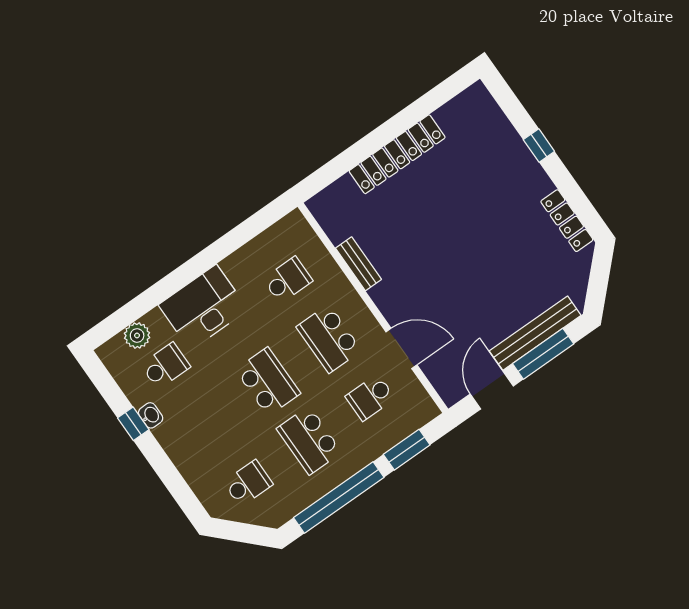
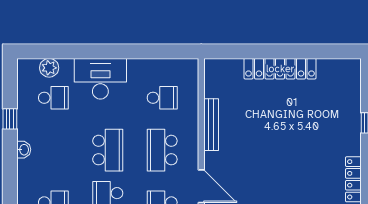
bench: (358, 264) -> (211, 125), width x1.36
washbasin: (151, 415) -> (24, 150), moved

